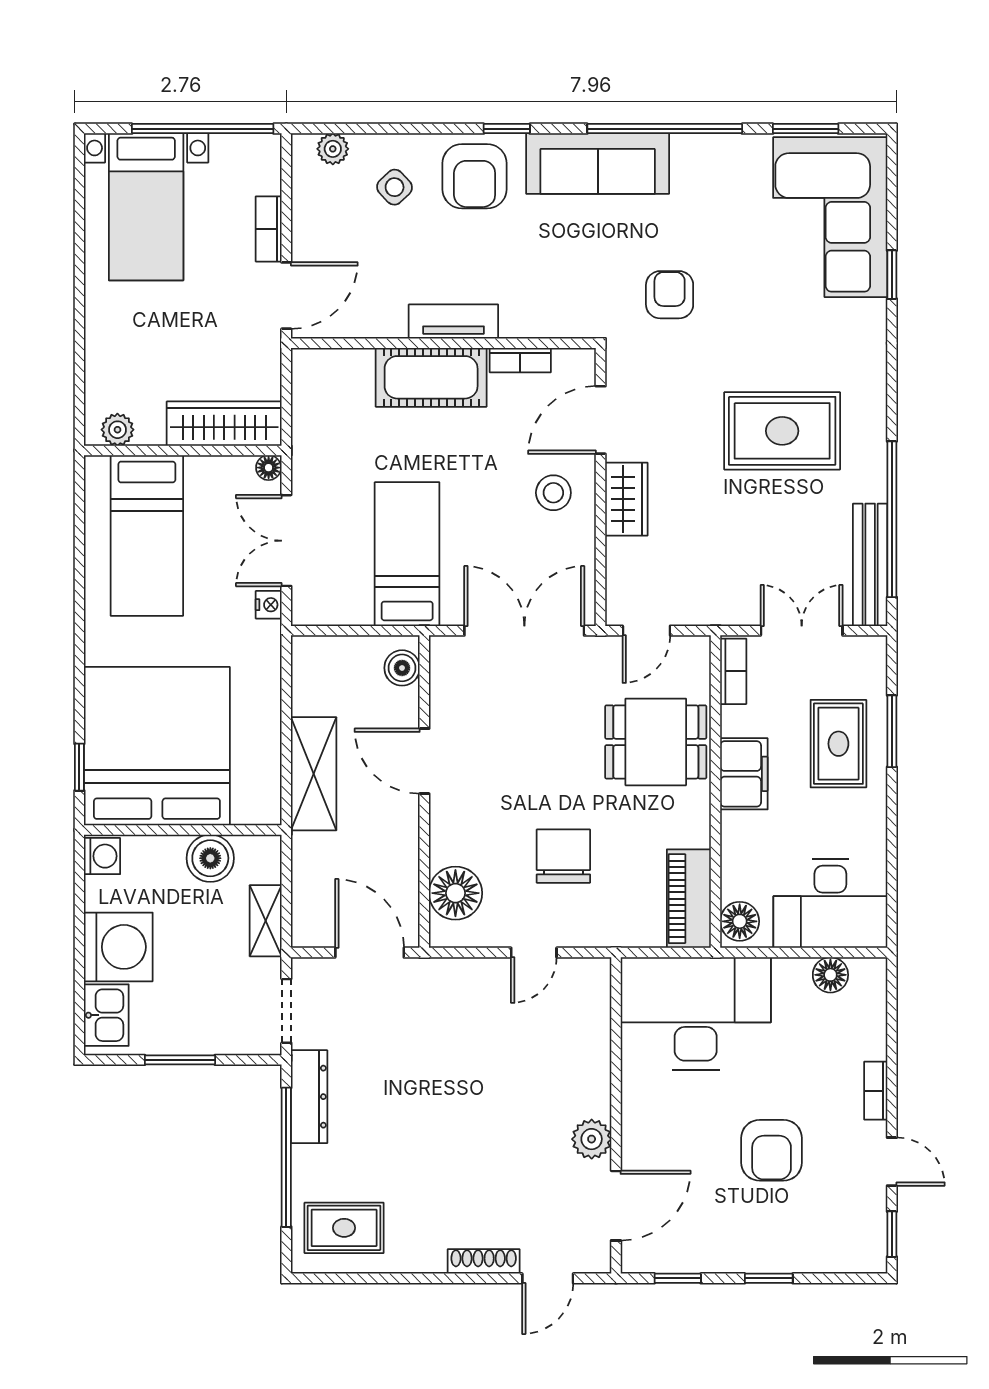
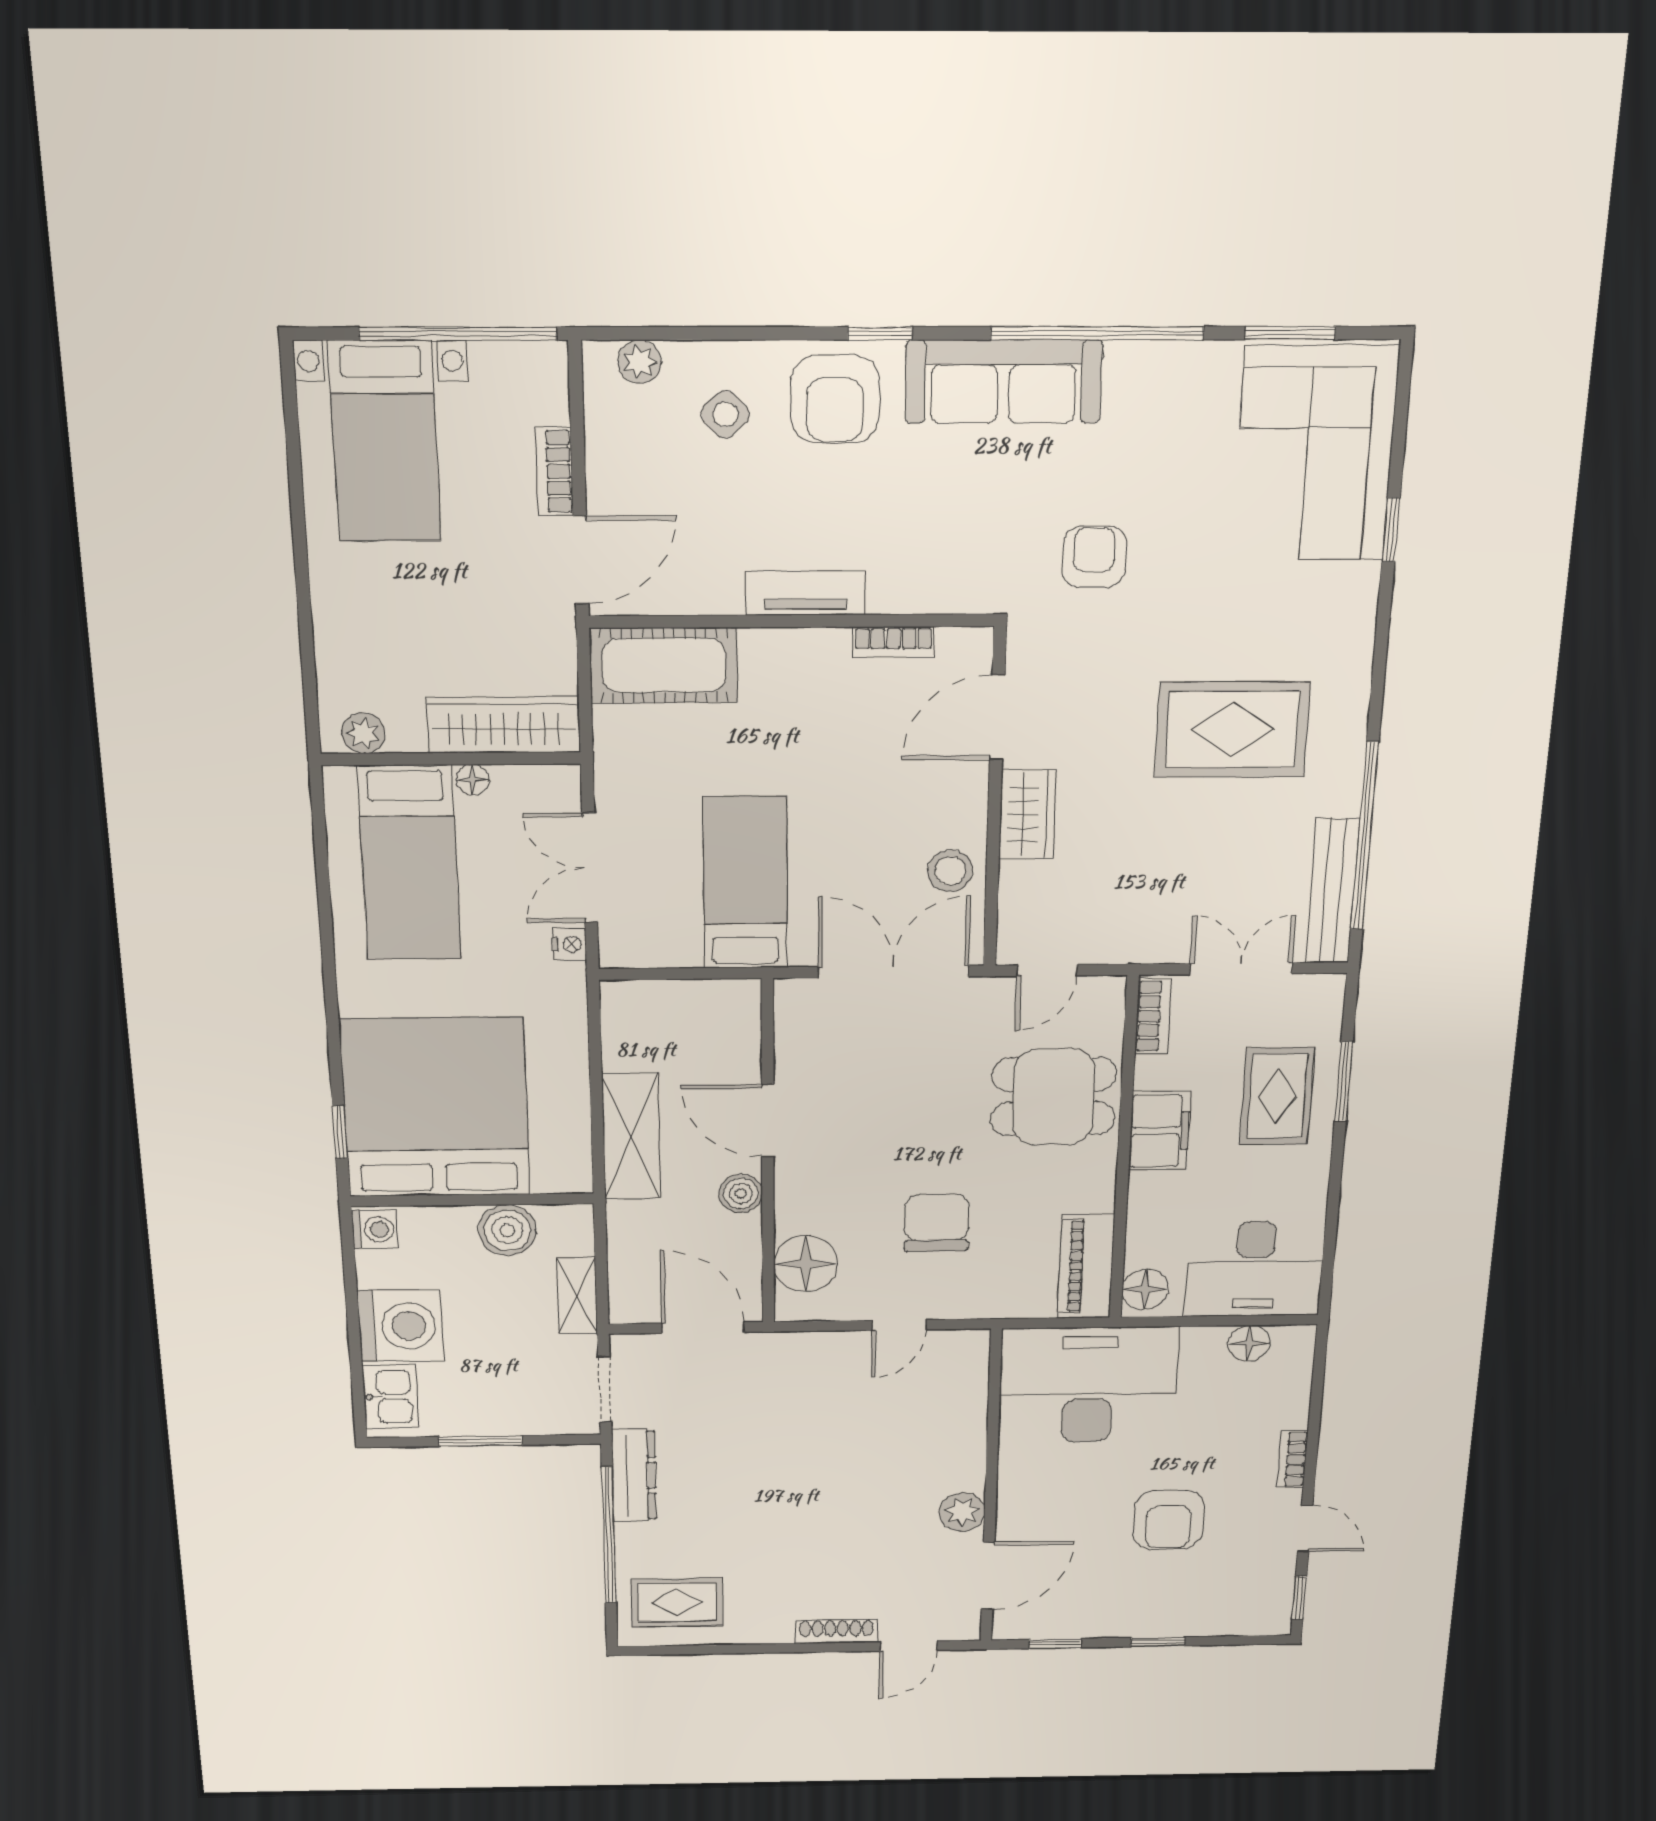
cot: (431, 377) -> (664, 665), moved
floor lamp: (269, 468) -> (472, 780), moved
stool: (553, 493) -> (950, 871), moved
boiler: (402, 668) -> (741, 1193), moved

